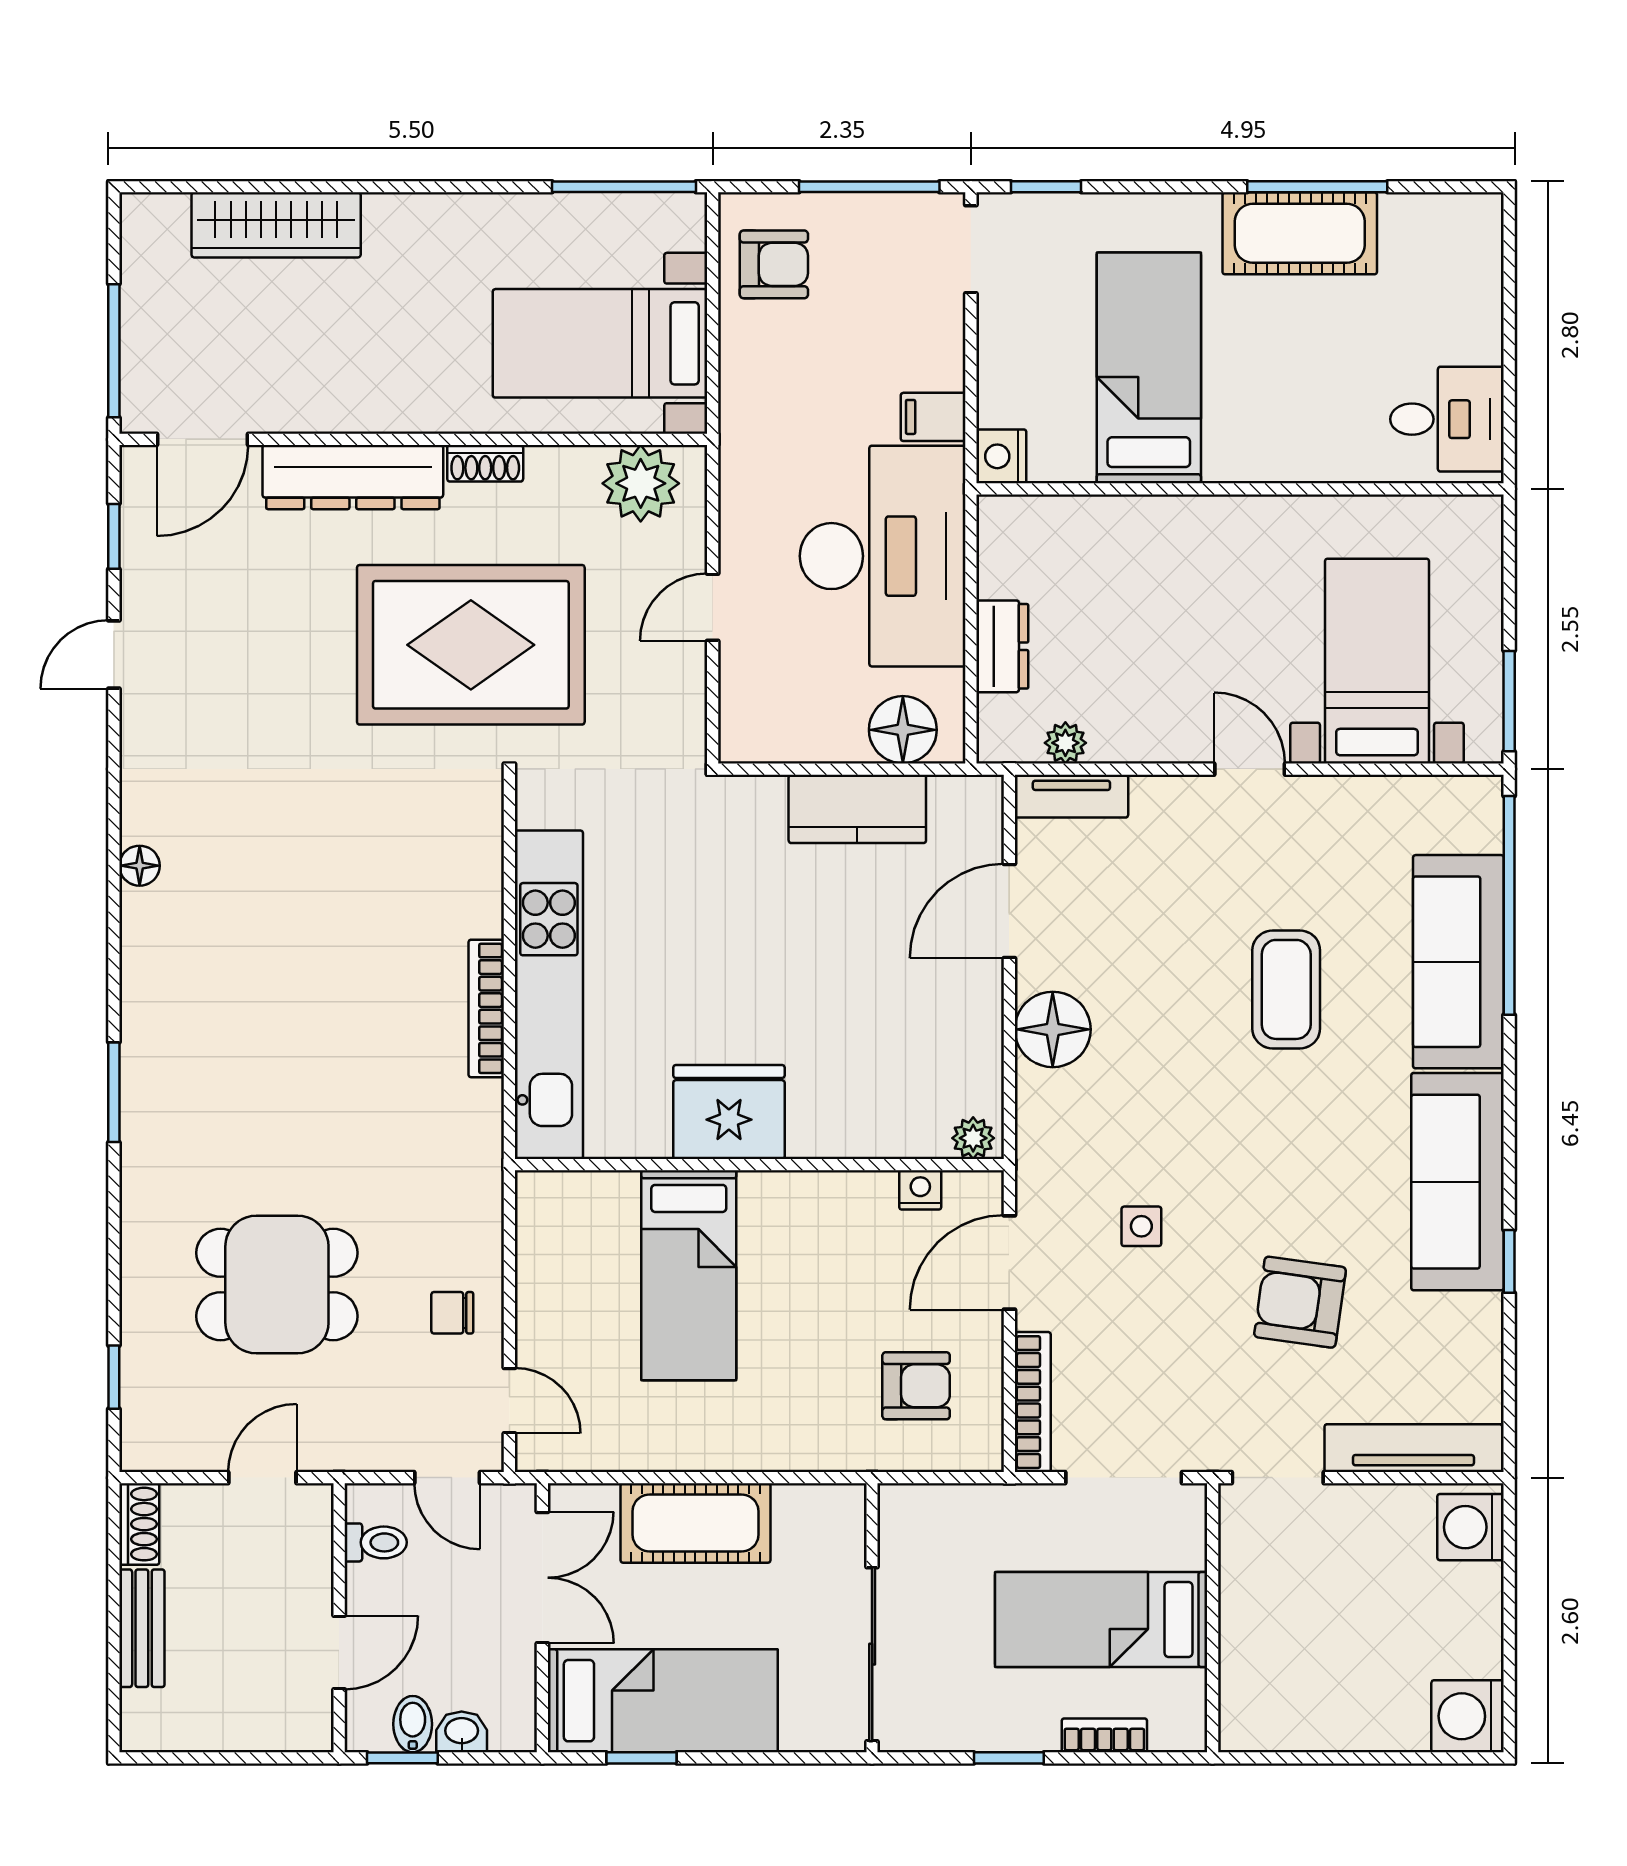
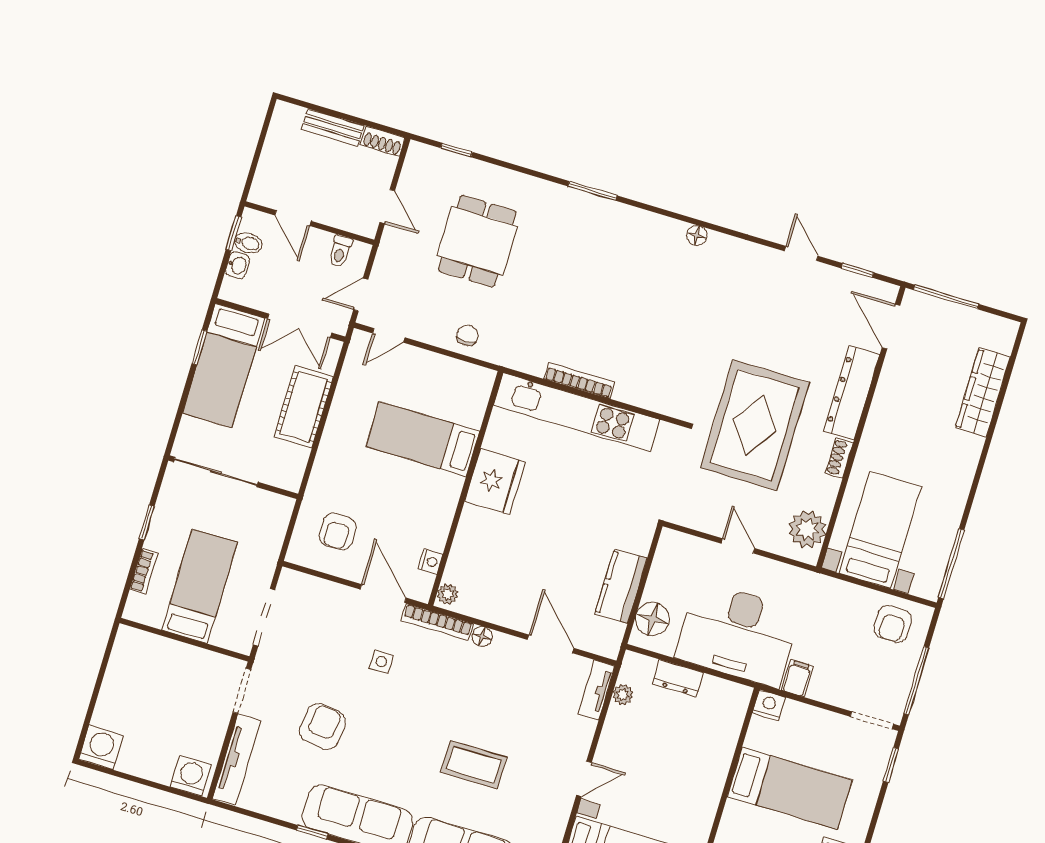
floor lamp: (1053, 1029) -> (482, 637), width x0.53, depth x0.53
chair: (452, 1313) -> (467, 335), moved
bookcase: (1033, 1402) -> (437, 622), moved

